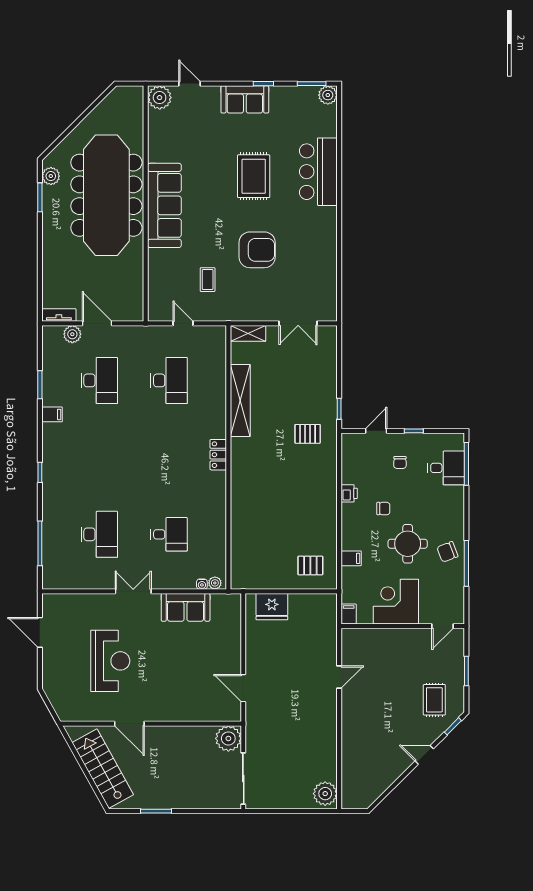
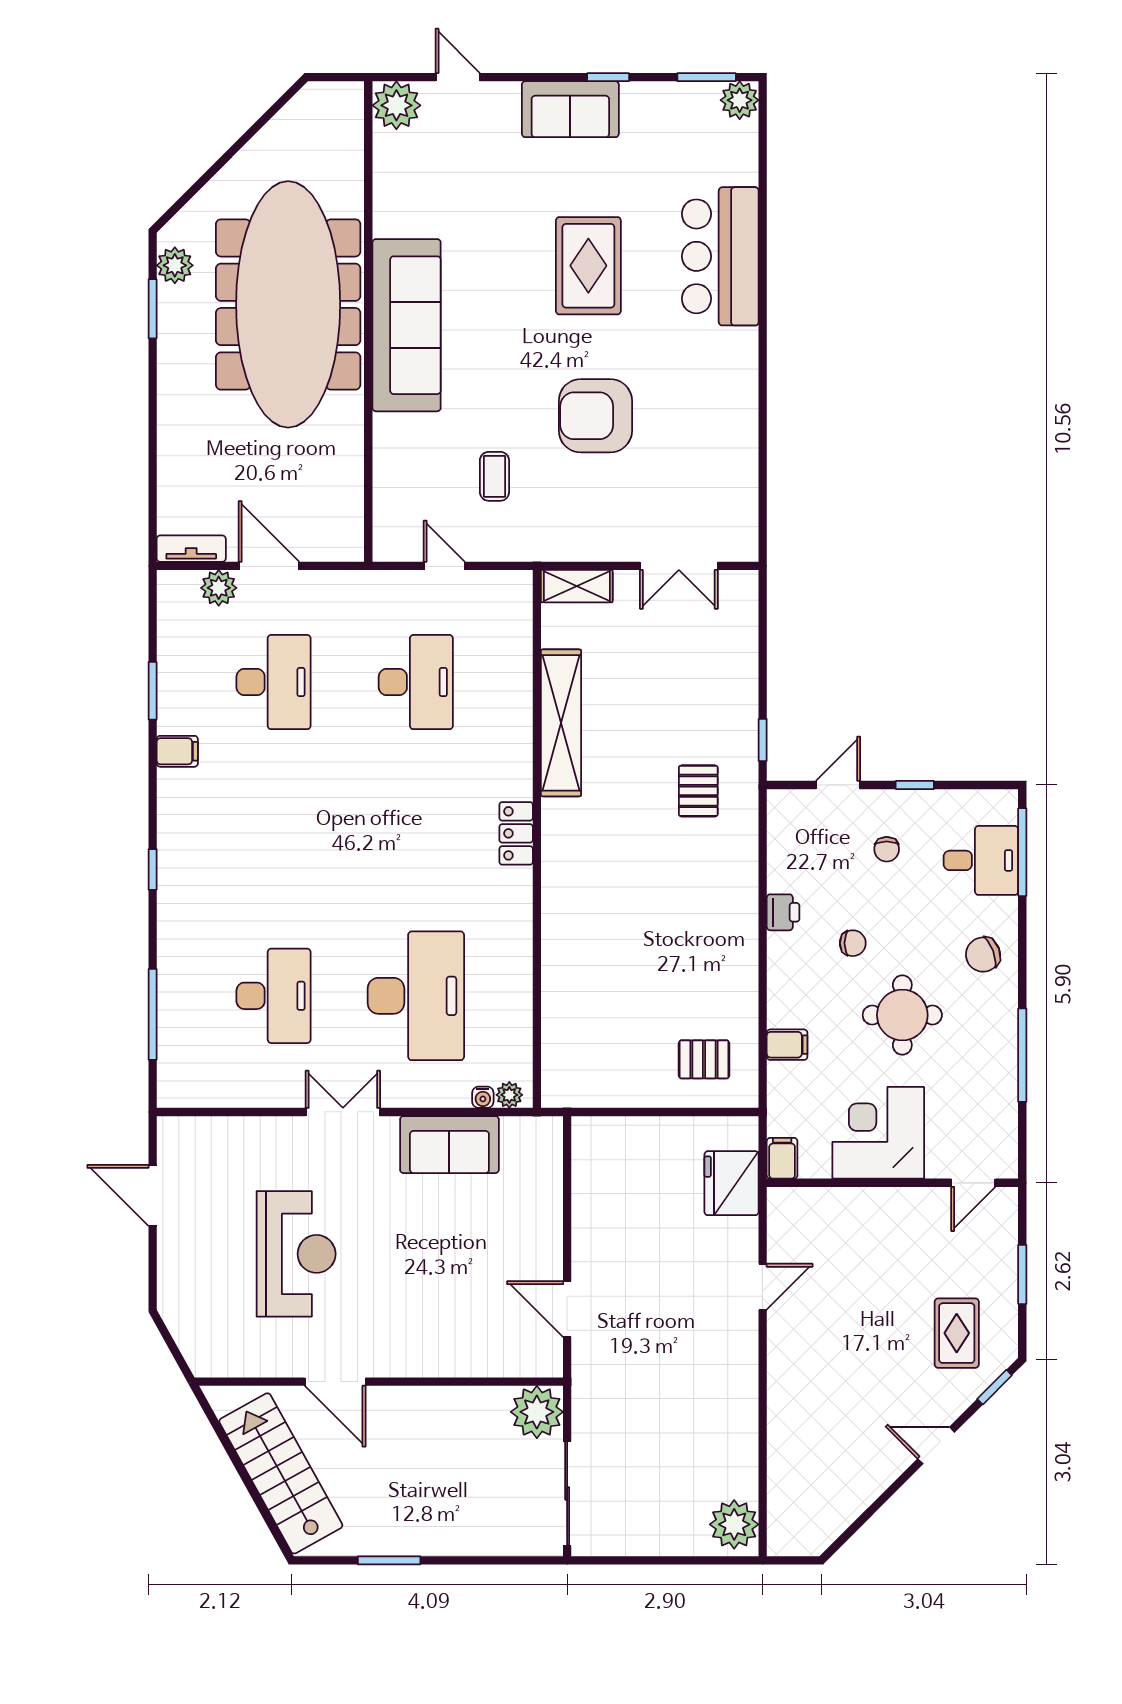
armchair: (257, 250) -> (595, 416), turned 180
pallet: (308, 434) -> (698, 791), turned 90
desk: (169, 534) -> (416, 996), width x1.87, depth x1.30
chair: (447, 552) -> (983, 955), moved
fridge: (272, 607) -> (732, 1183), moved, turned 90

